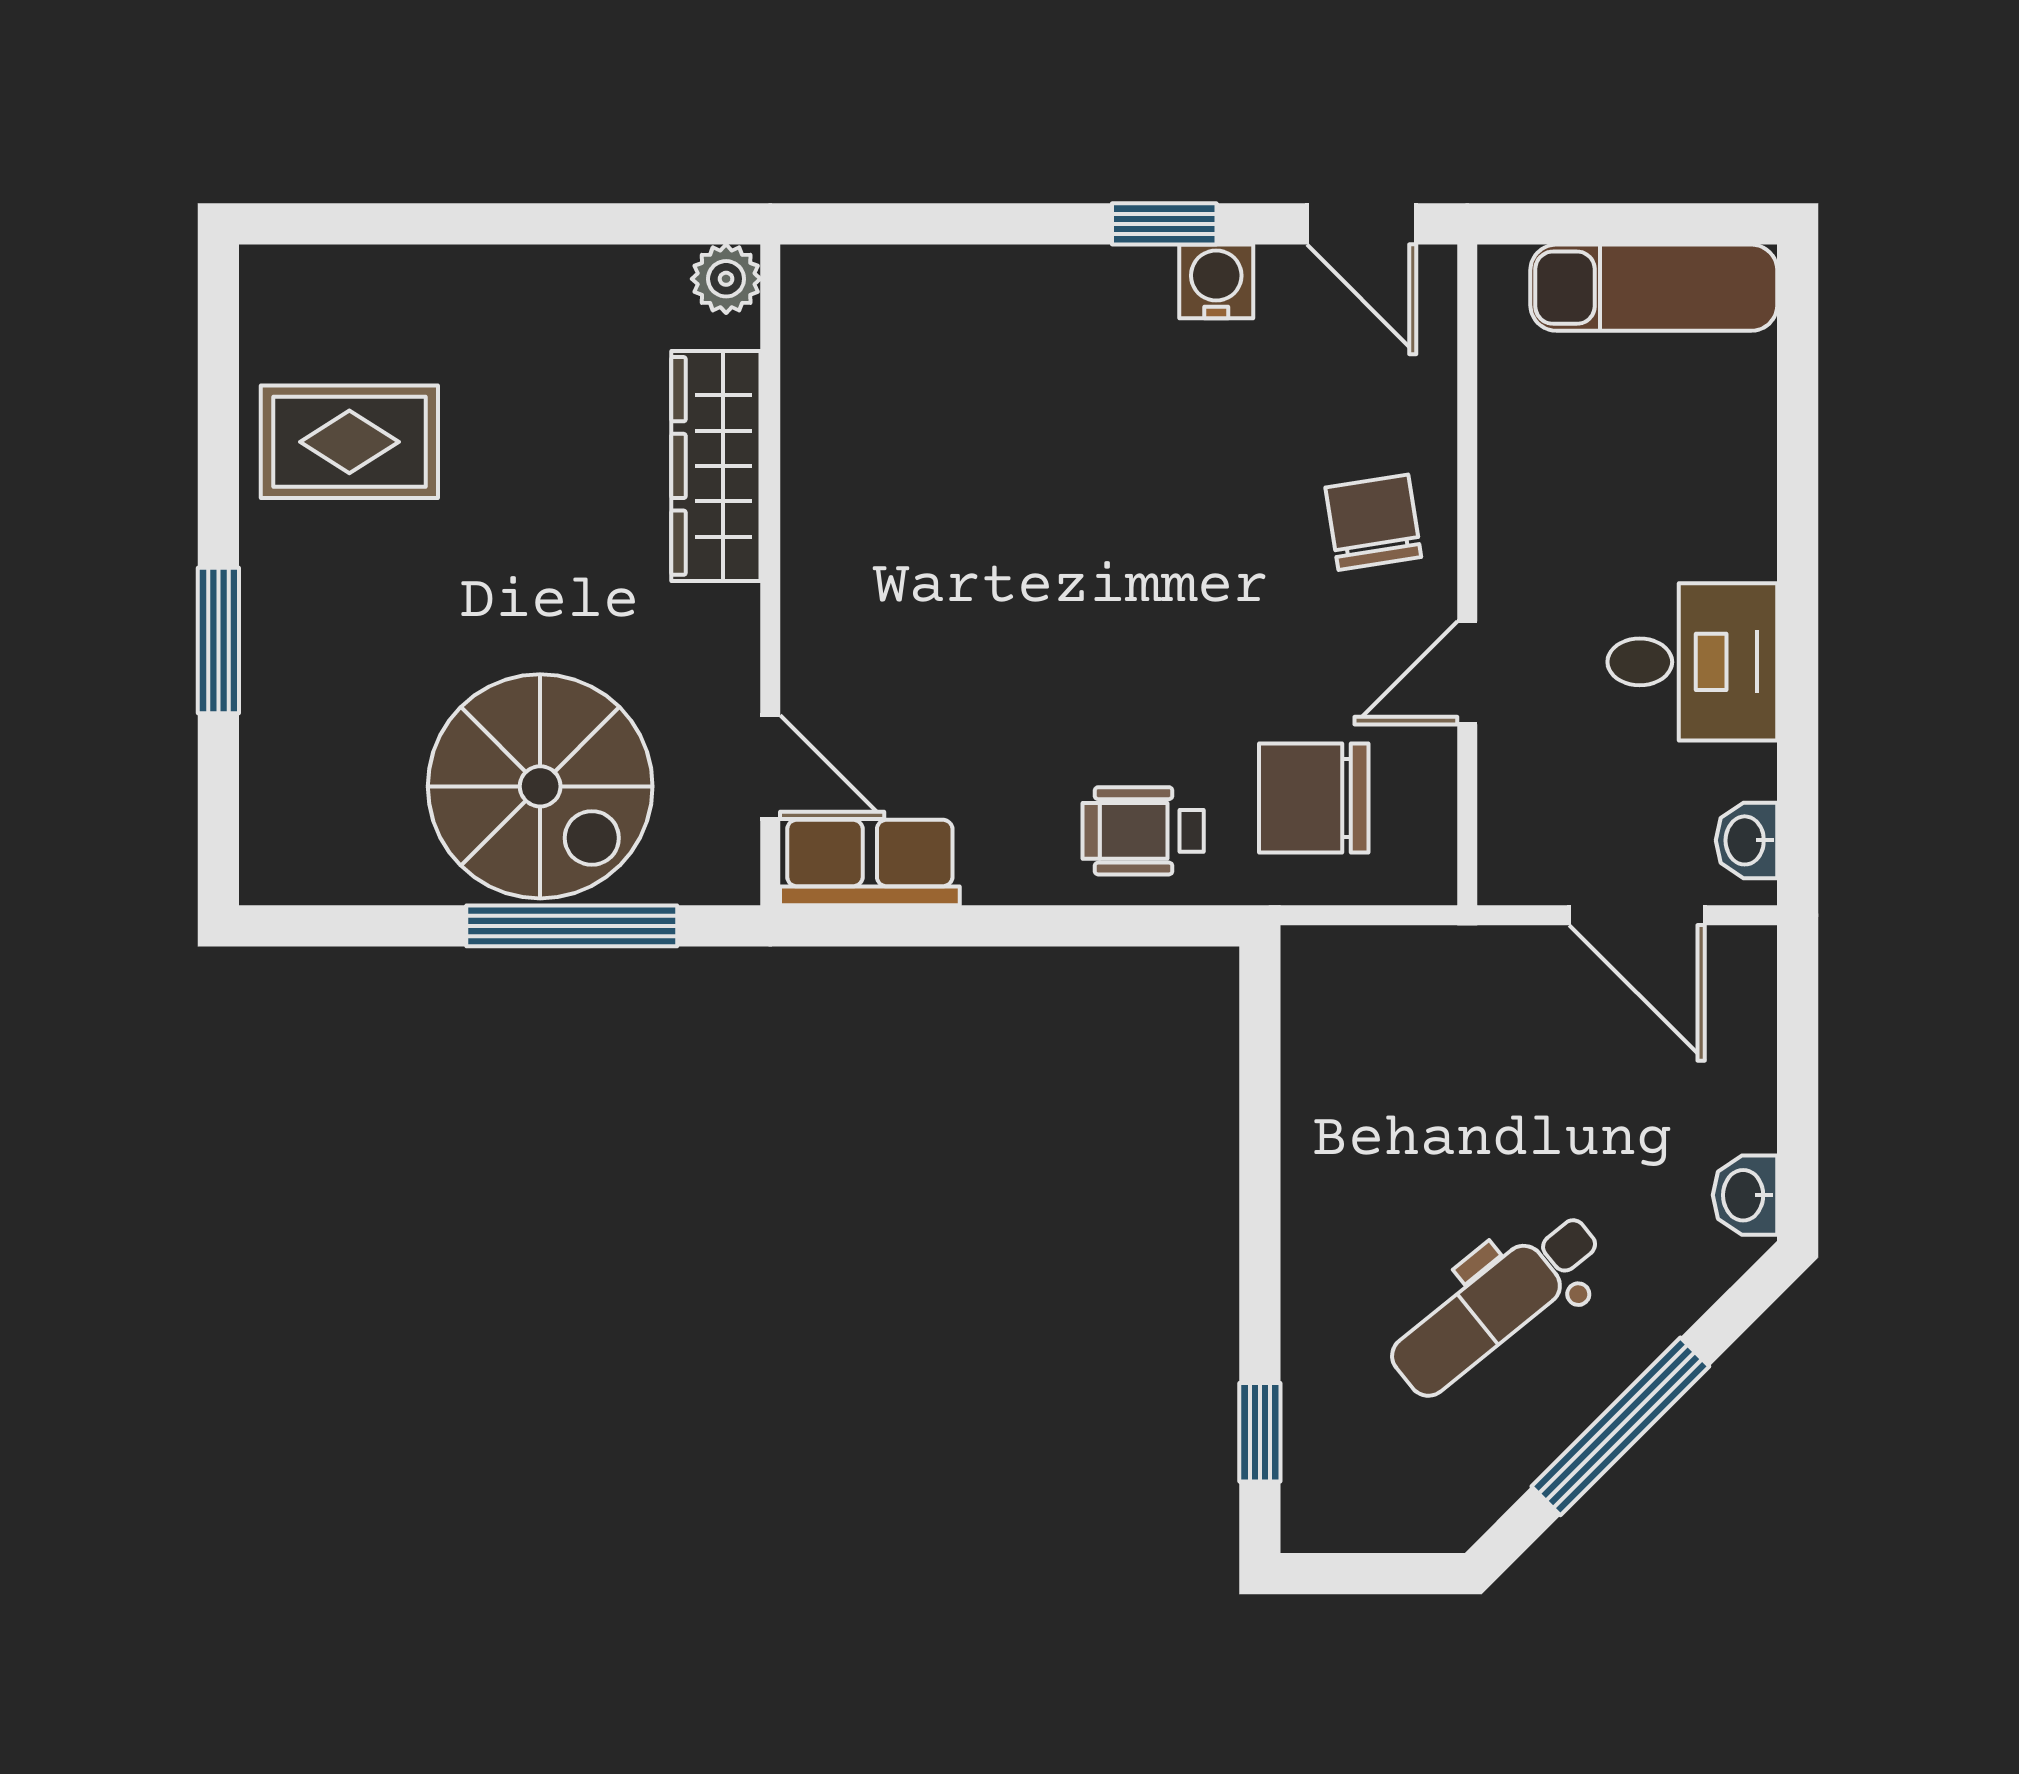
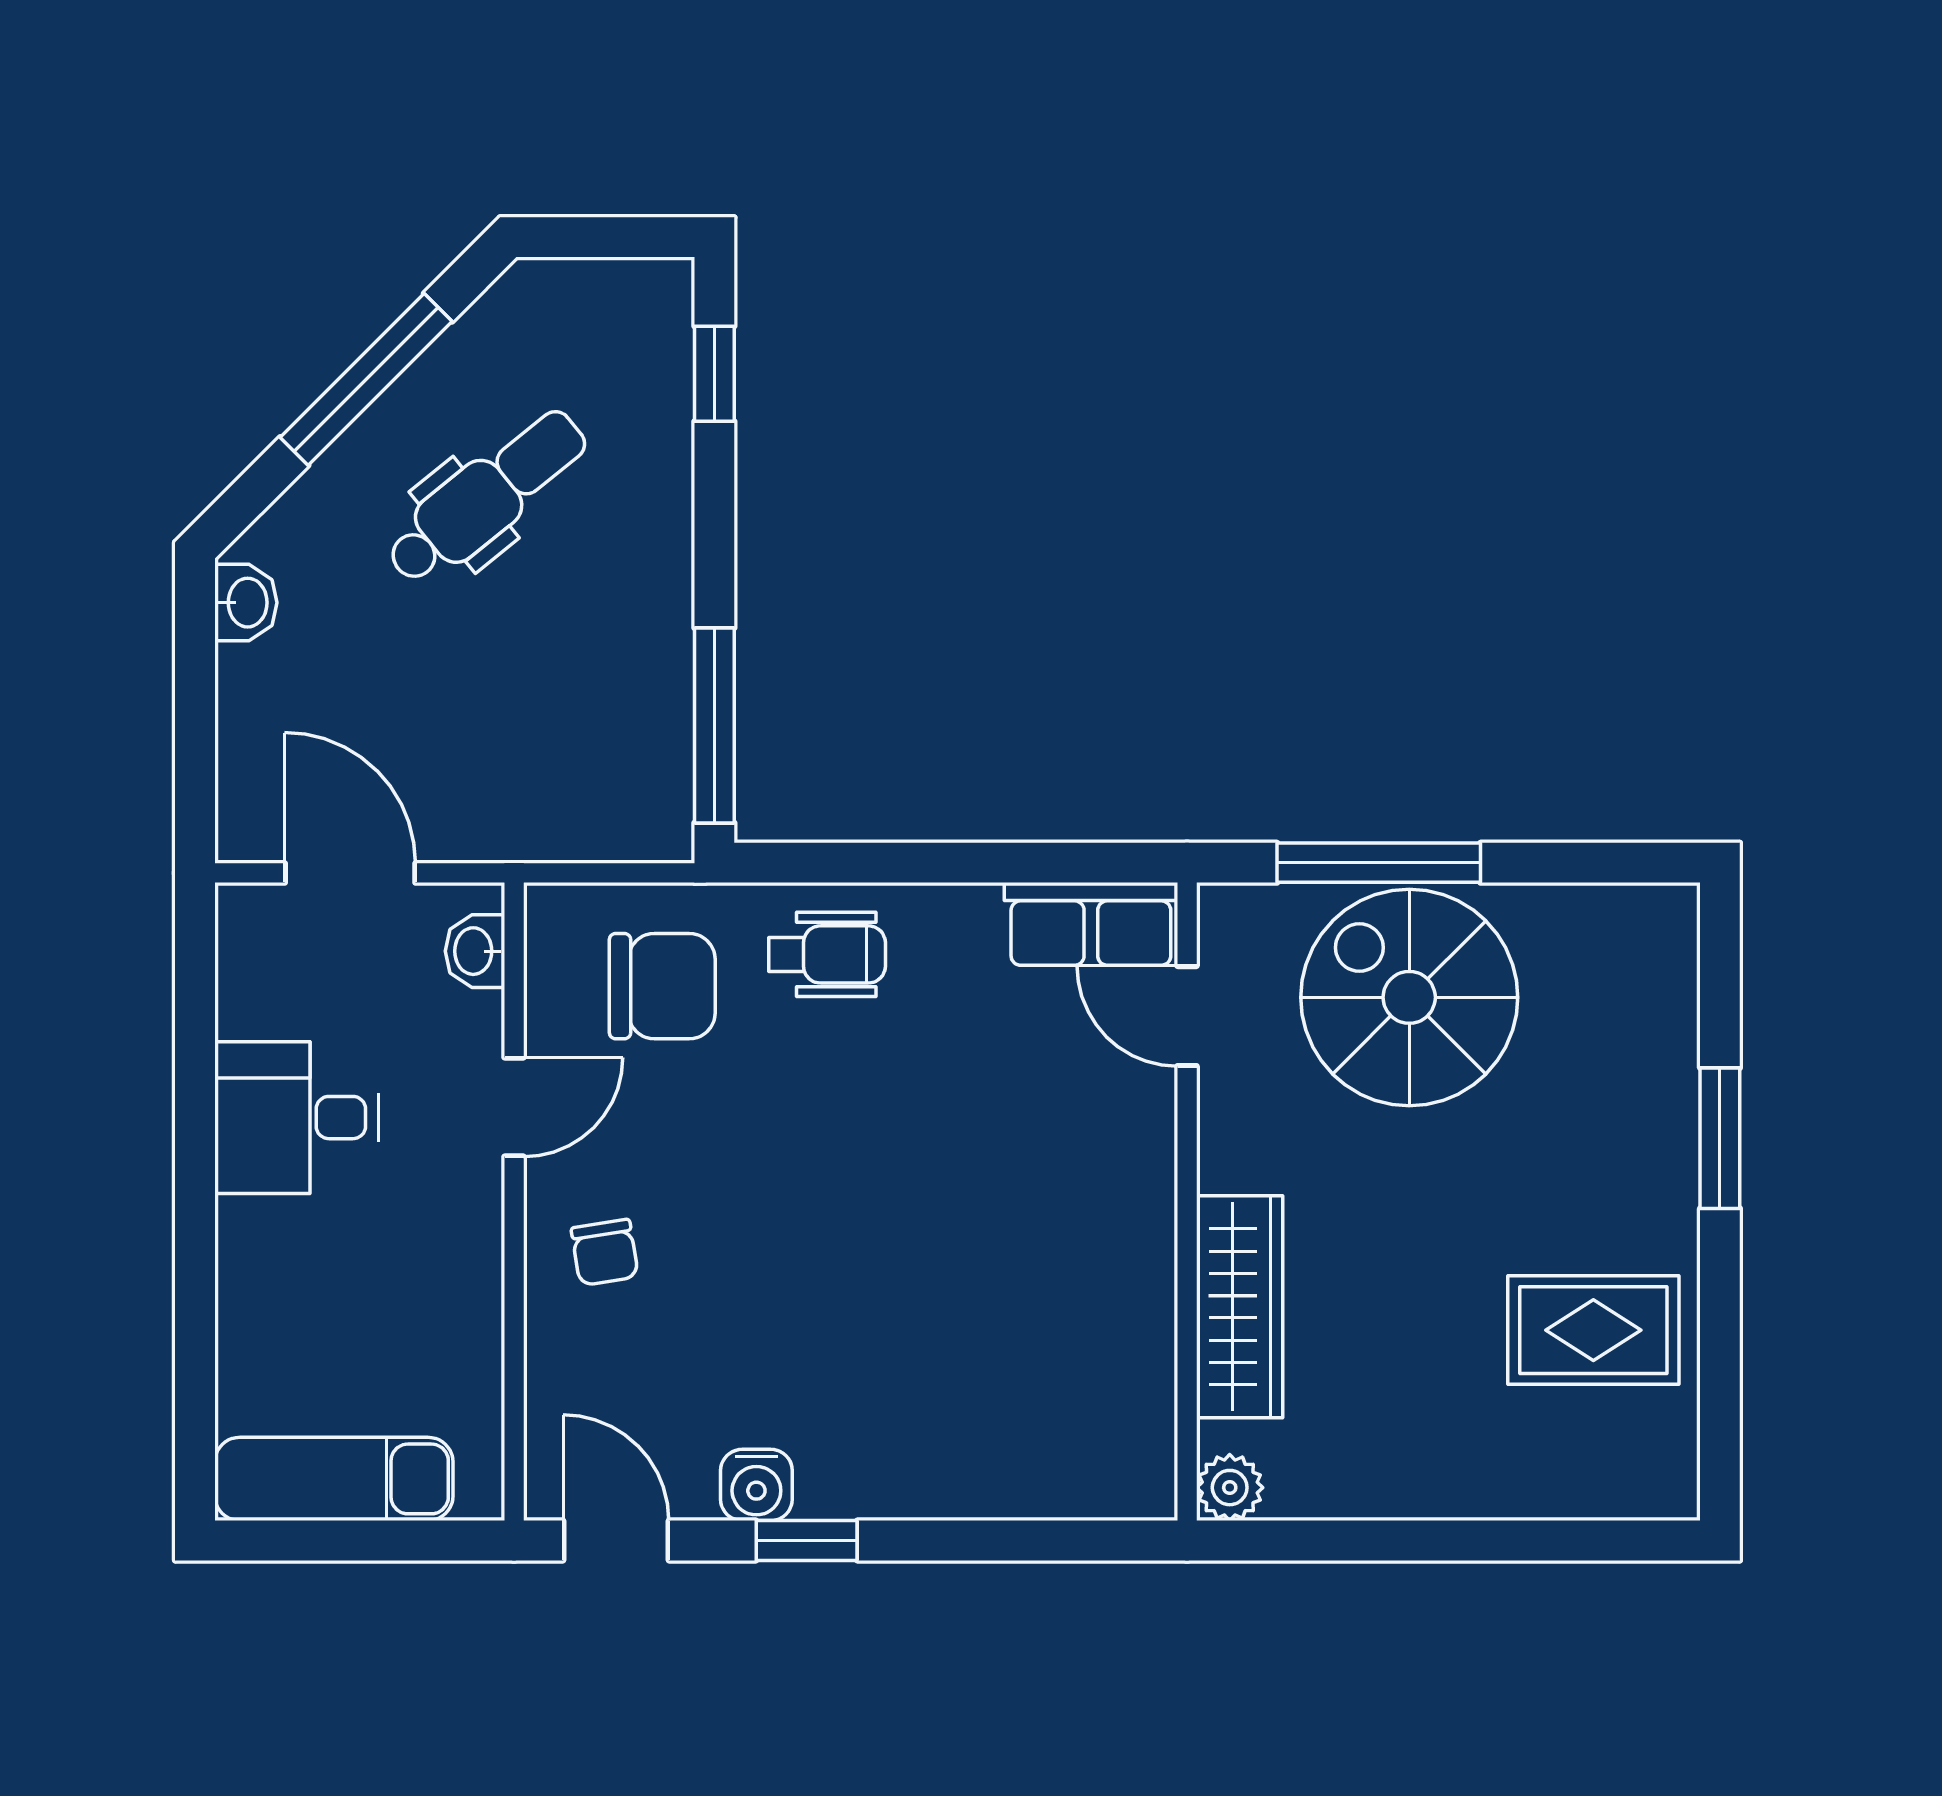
chair: (1373, 522) -> (605, 1252), width x0.73, depth x0.73
washbasin: (1747, 840) -> (475, 951), moved, turned 180
window: (1260, 1068) -> (714, 725), added

